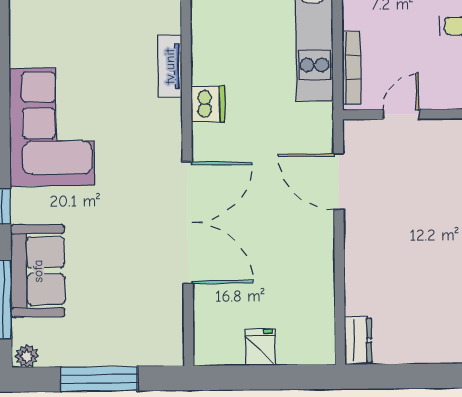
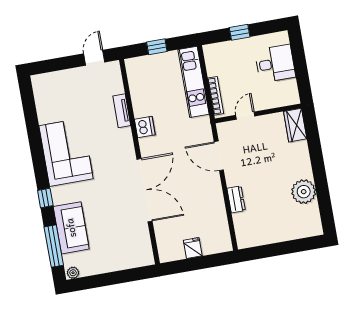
dresser: (358, 340) -> (236, 199), moved
window: (99, 379) -> (112, 278), removed

